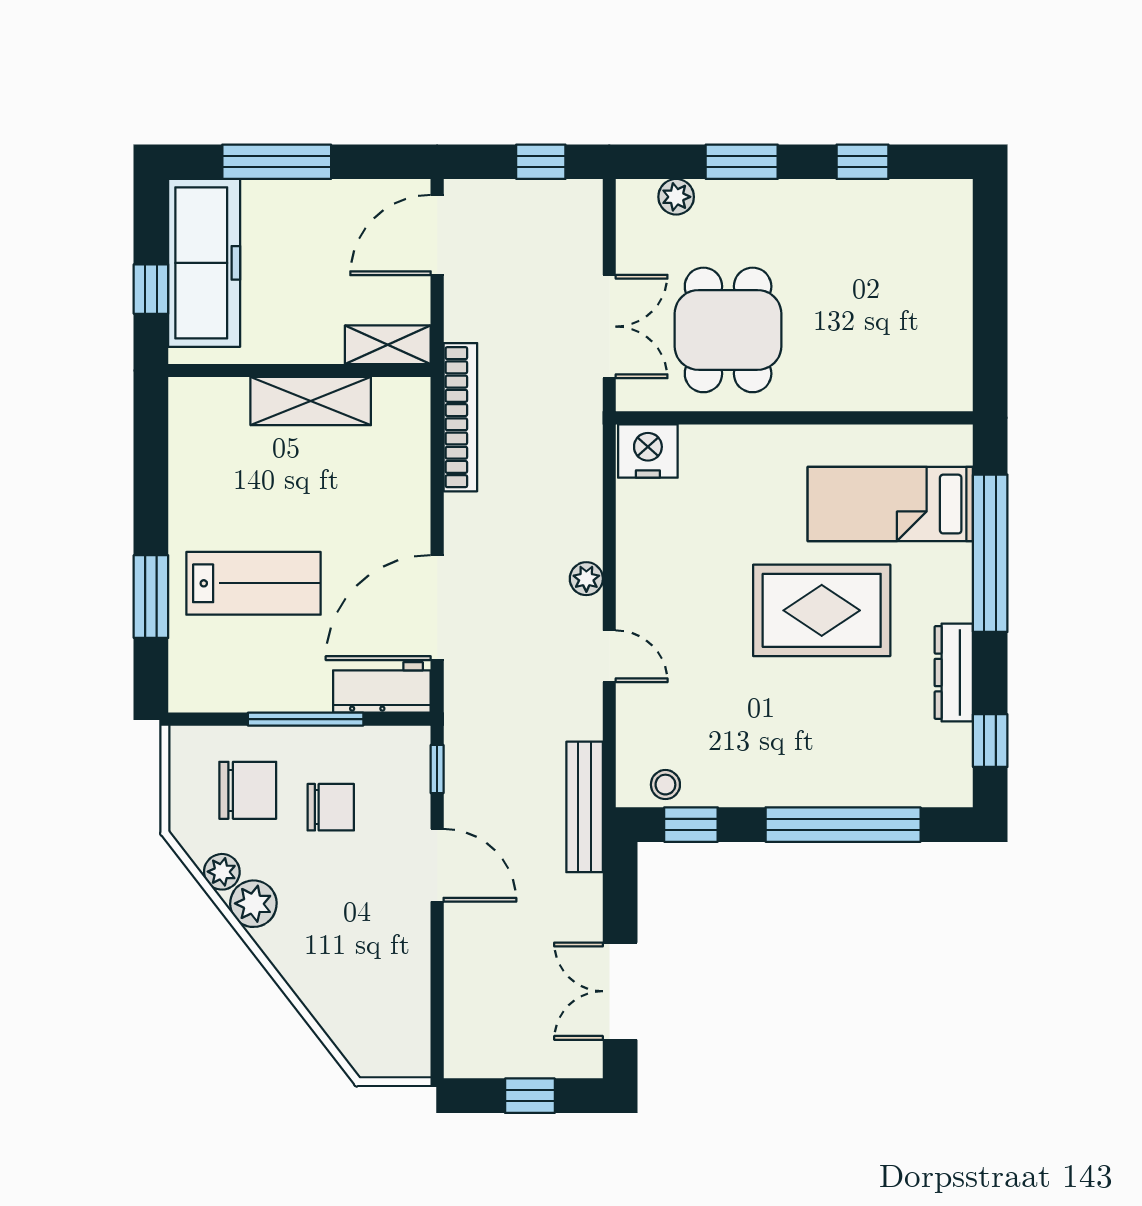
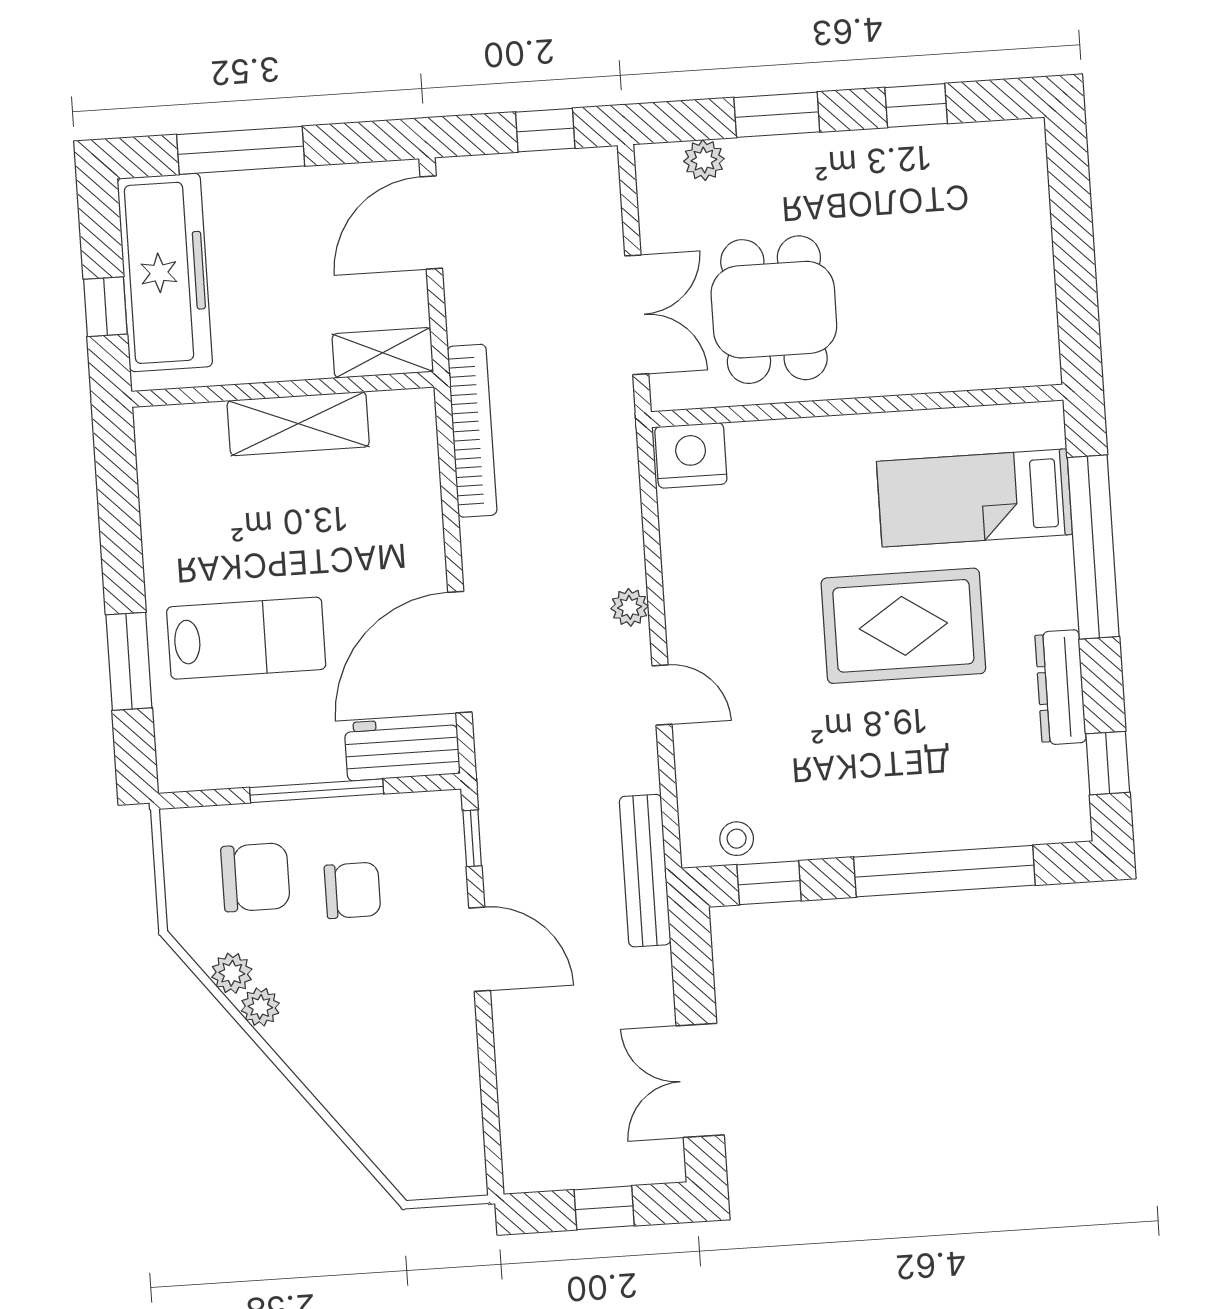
plant: (253, 904) -> (260, 1007), width x0.73, depth x0.73

